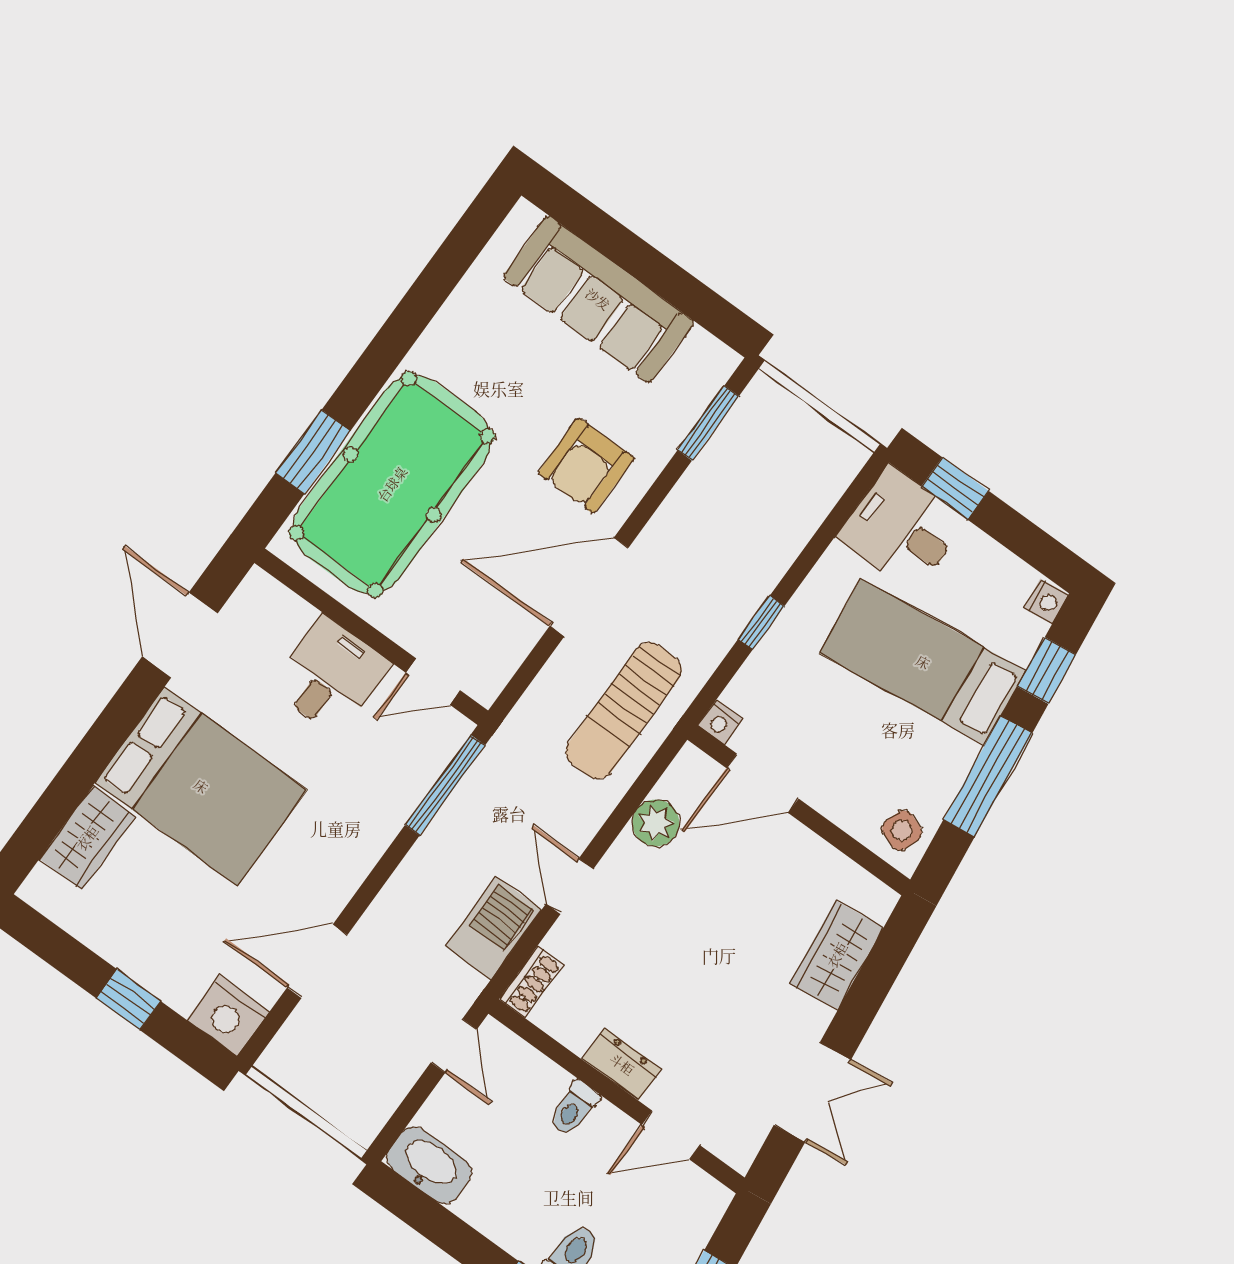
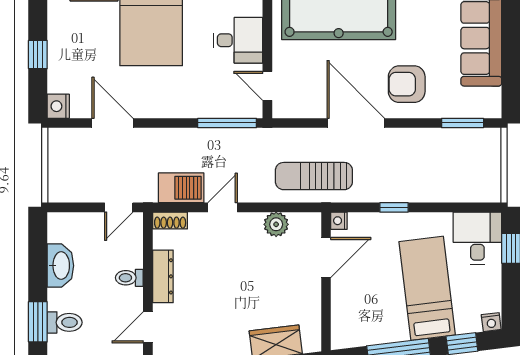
door: (762, 783) -> (326, 257), swing flipped
side table: (902, 830) -> (349, 331), removed
nightstand: (228, 1016) -> (58, 106), width x0.74, depth x0.75
dresser: (622, 1064) -> (163, 276), width x1.44
door: (671, 1135) -> (148, 327), hinge flipped
washbasin: (429, 1165) -> (60, 266), moved

